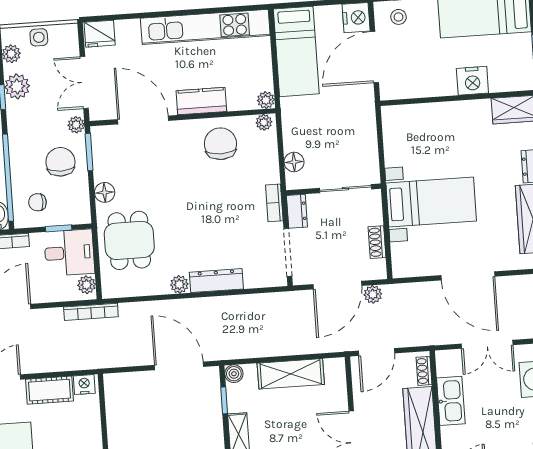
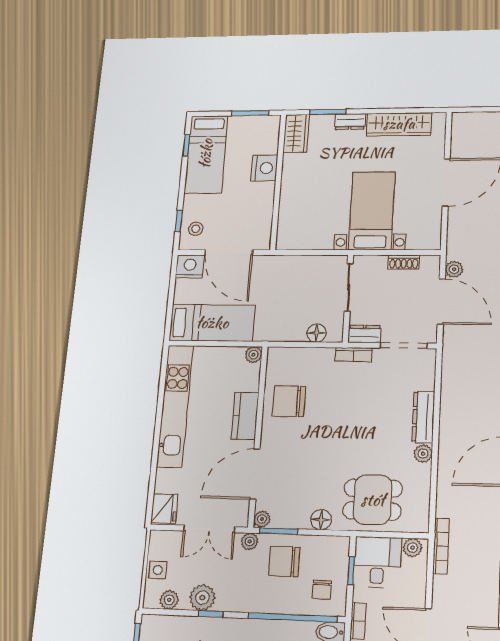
plant: (264, 122) -> (262, 519), moved

